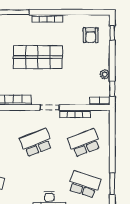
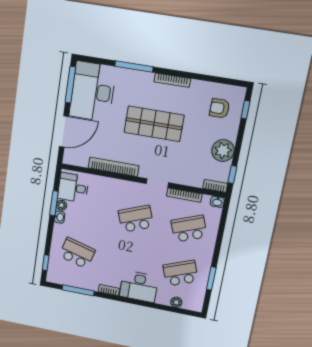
armchair: (91, 35) -> (220, 108), turned 90
plant: (105, 74) -> (223, 151), width x1.87, depth x1.87
washbasin: (104, 114) -> (217, 202), added
school desk: (84, 184) -> (181, 273), turned -39

